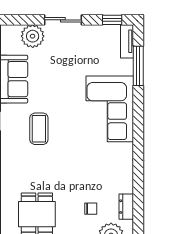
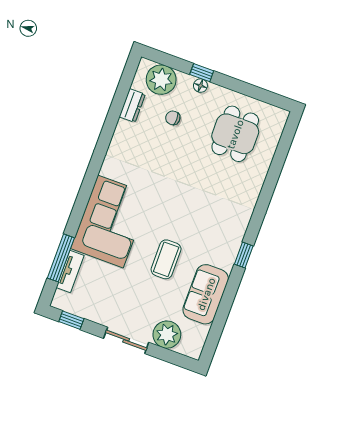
tv unit: (127, 41) -> (70, 271), moved
coffee table: (39, 129) -> (166, 259), moved

